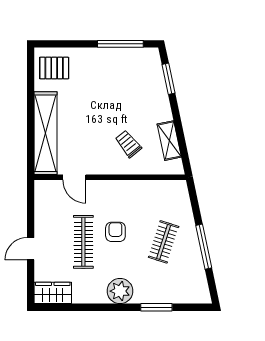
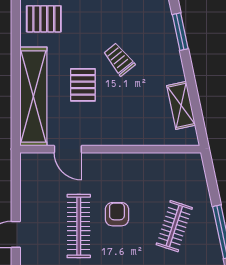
pallet: (87, 123) -> (83, 85), added
trolley: (128, 144) -> (119, 59), moved

